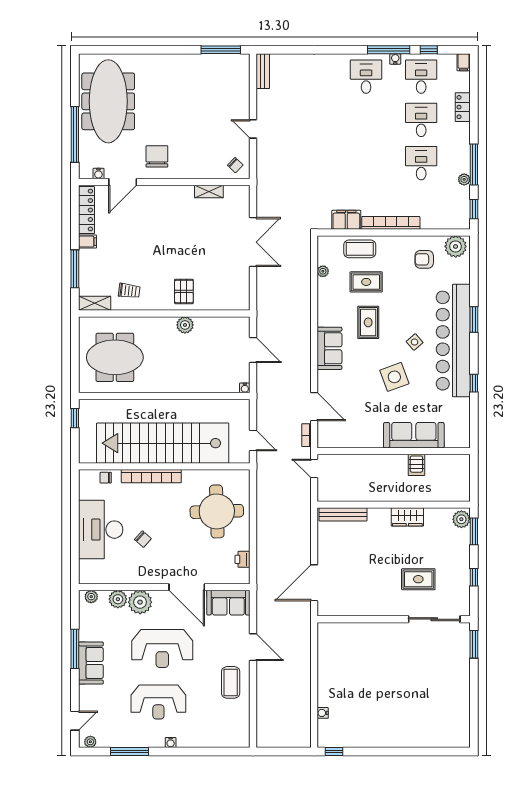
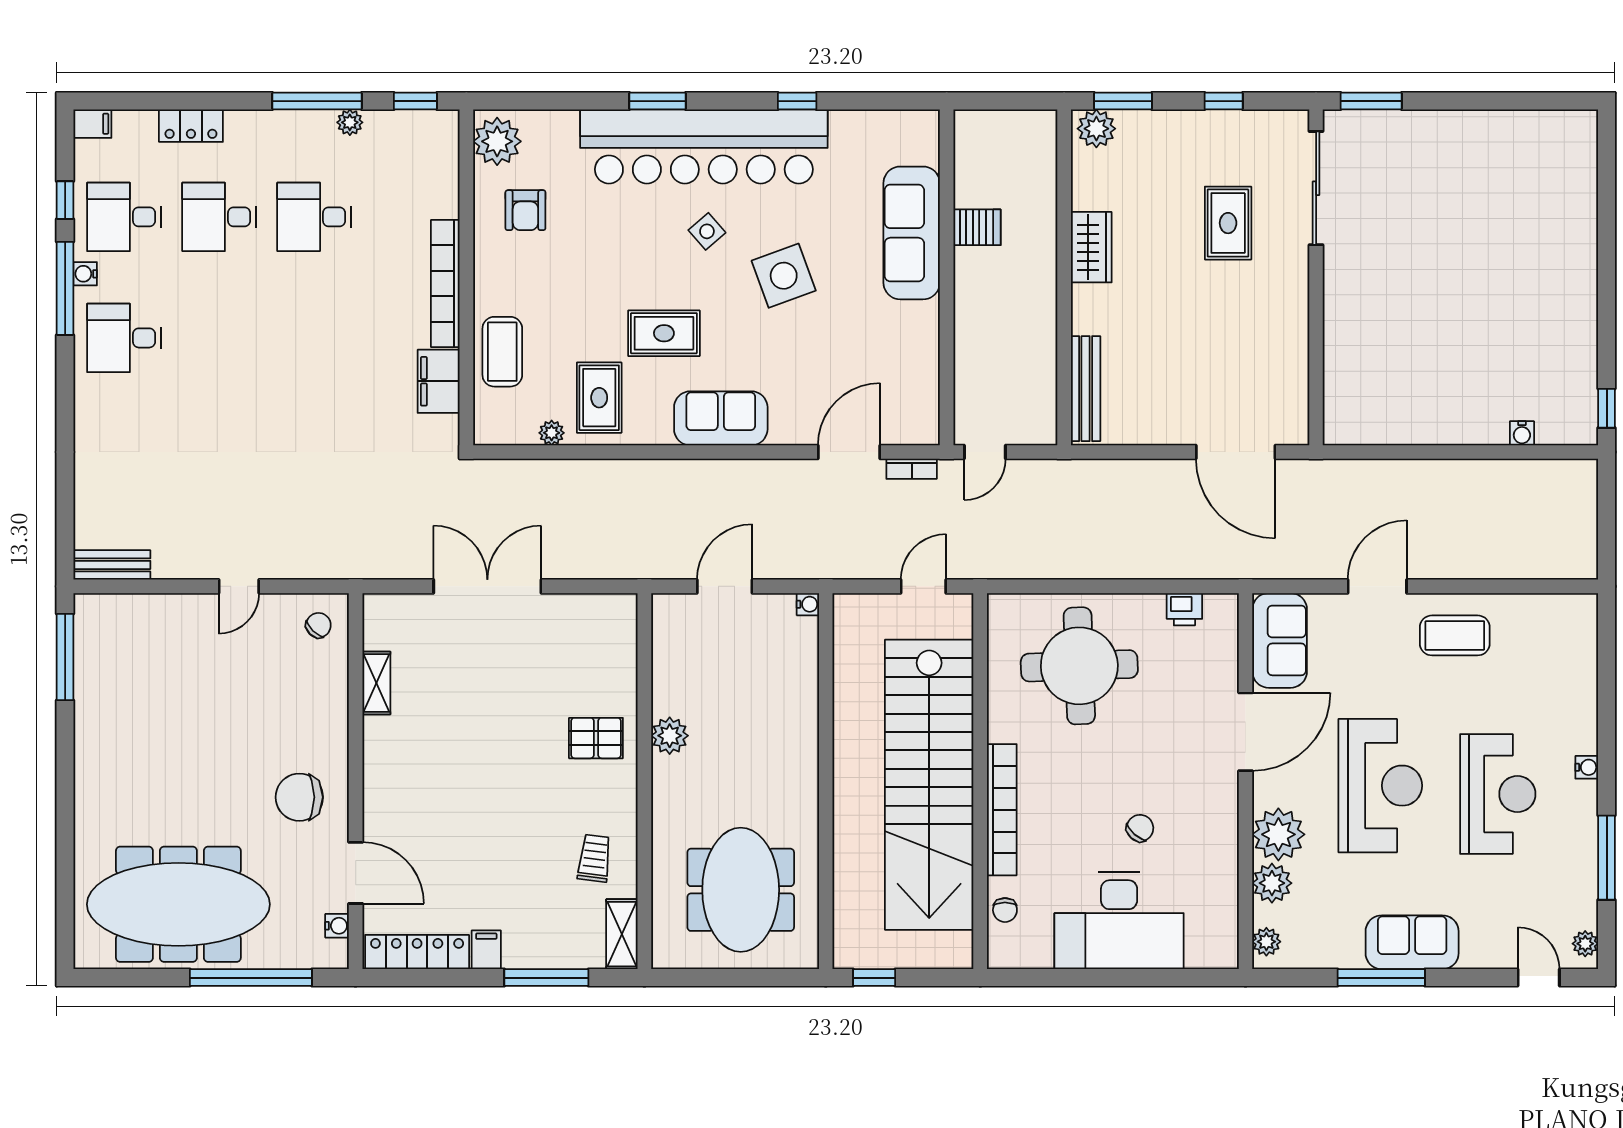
rug: (366, 282) -> (599, 398), moved

